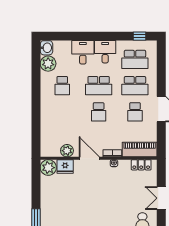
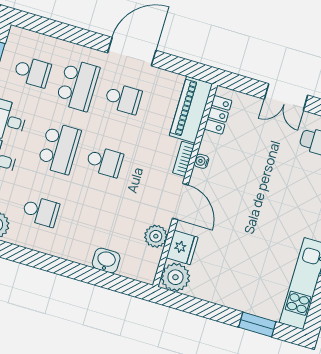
school desk: (135, 59) -> (32, 72), width x0.54
washbasin: (46, 128) -> (106, 261), added
door: (89, 158) -> (180, 202), swing flipped

